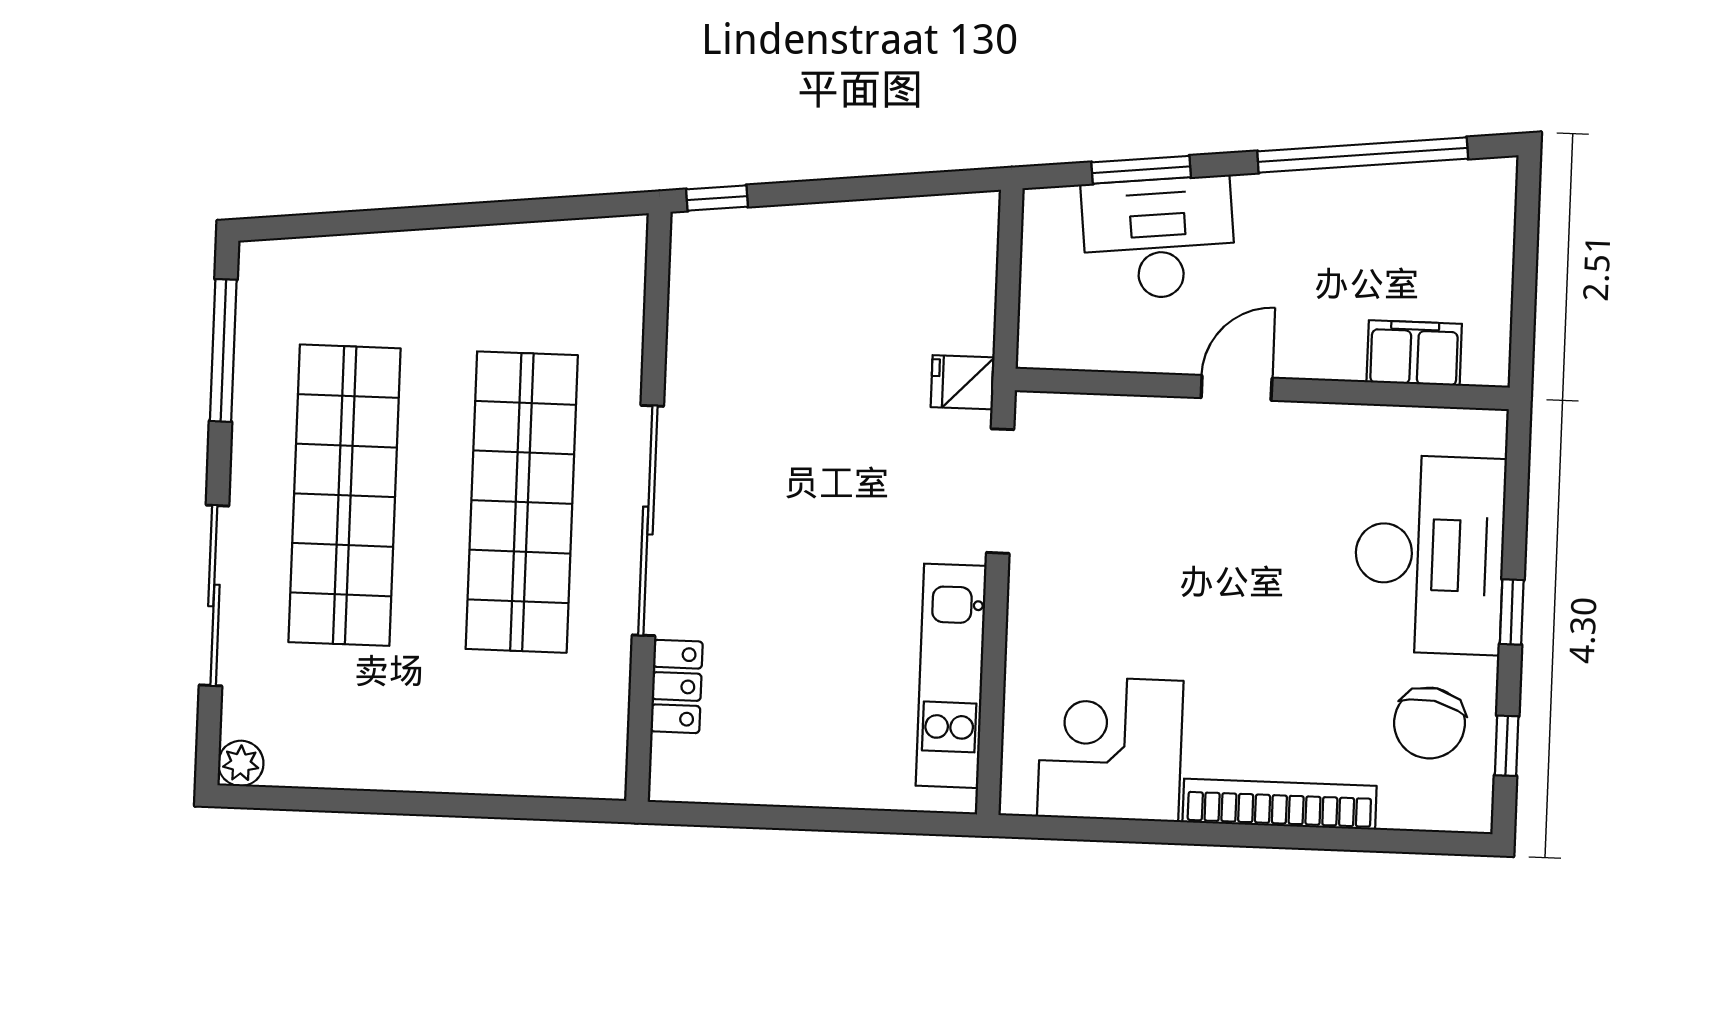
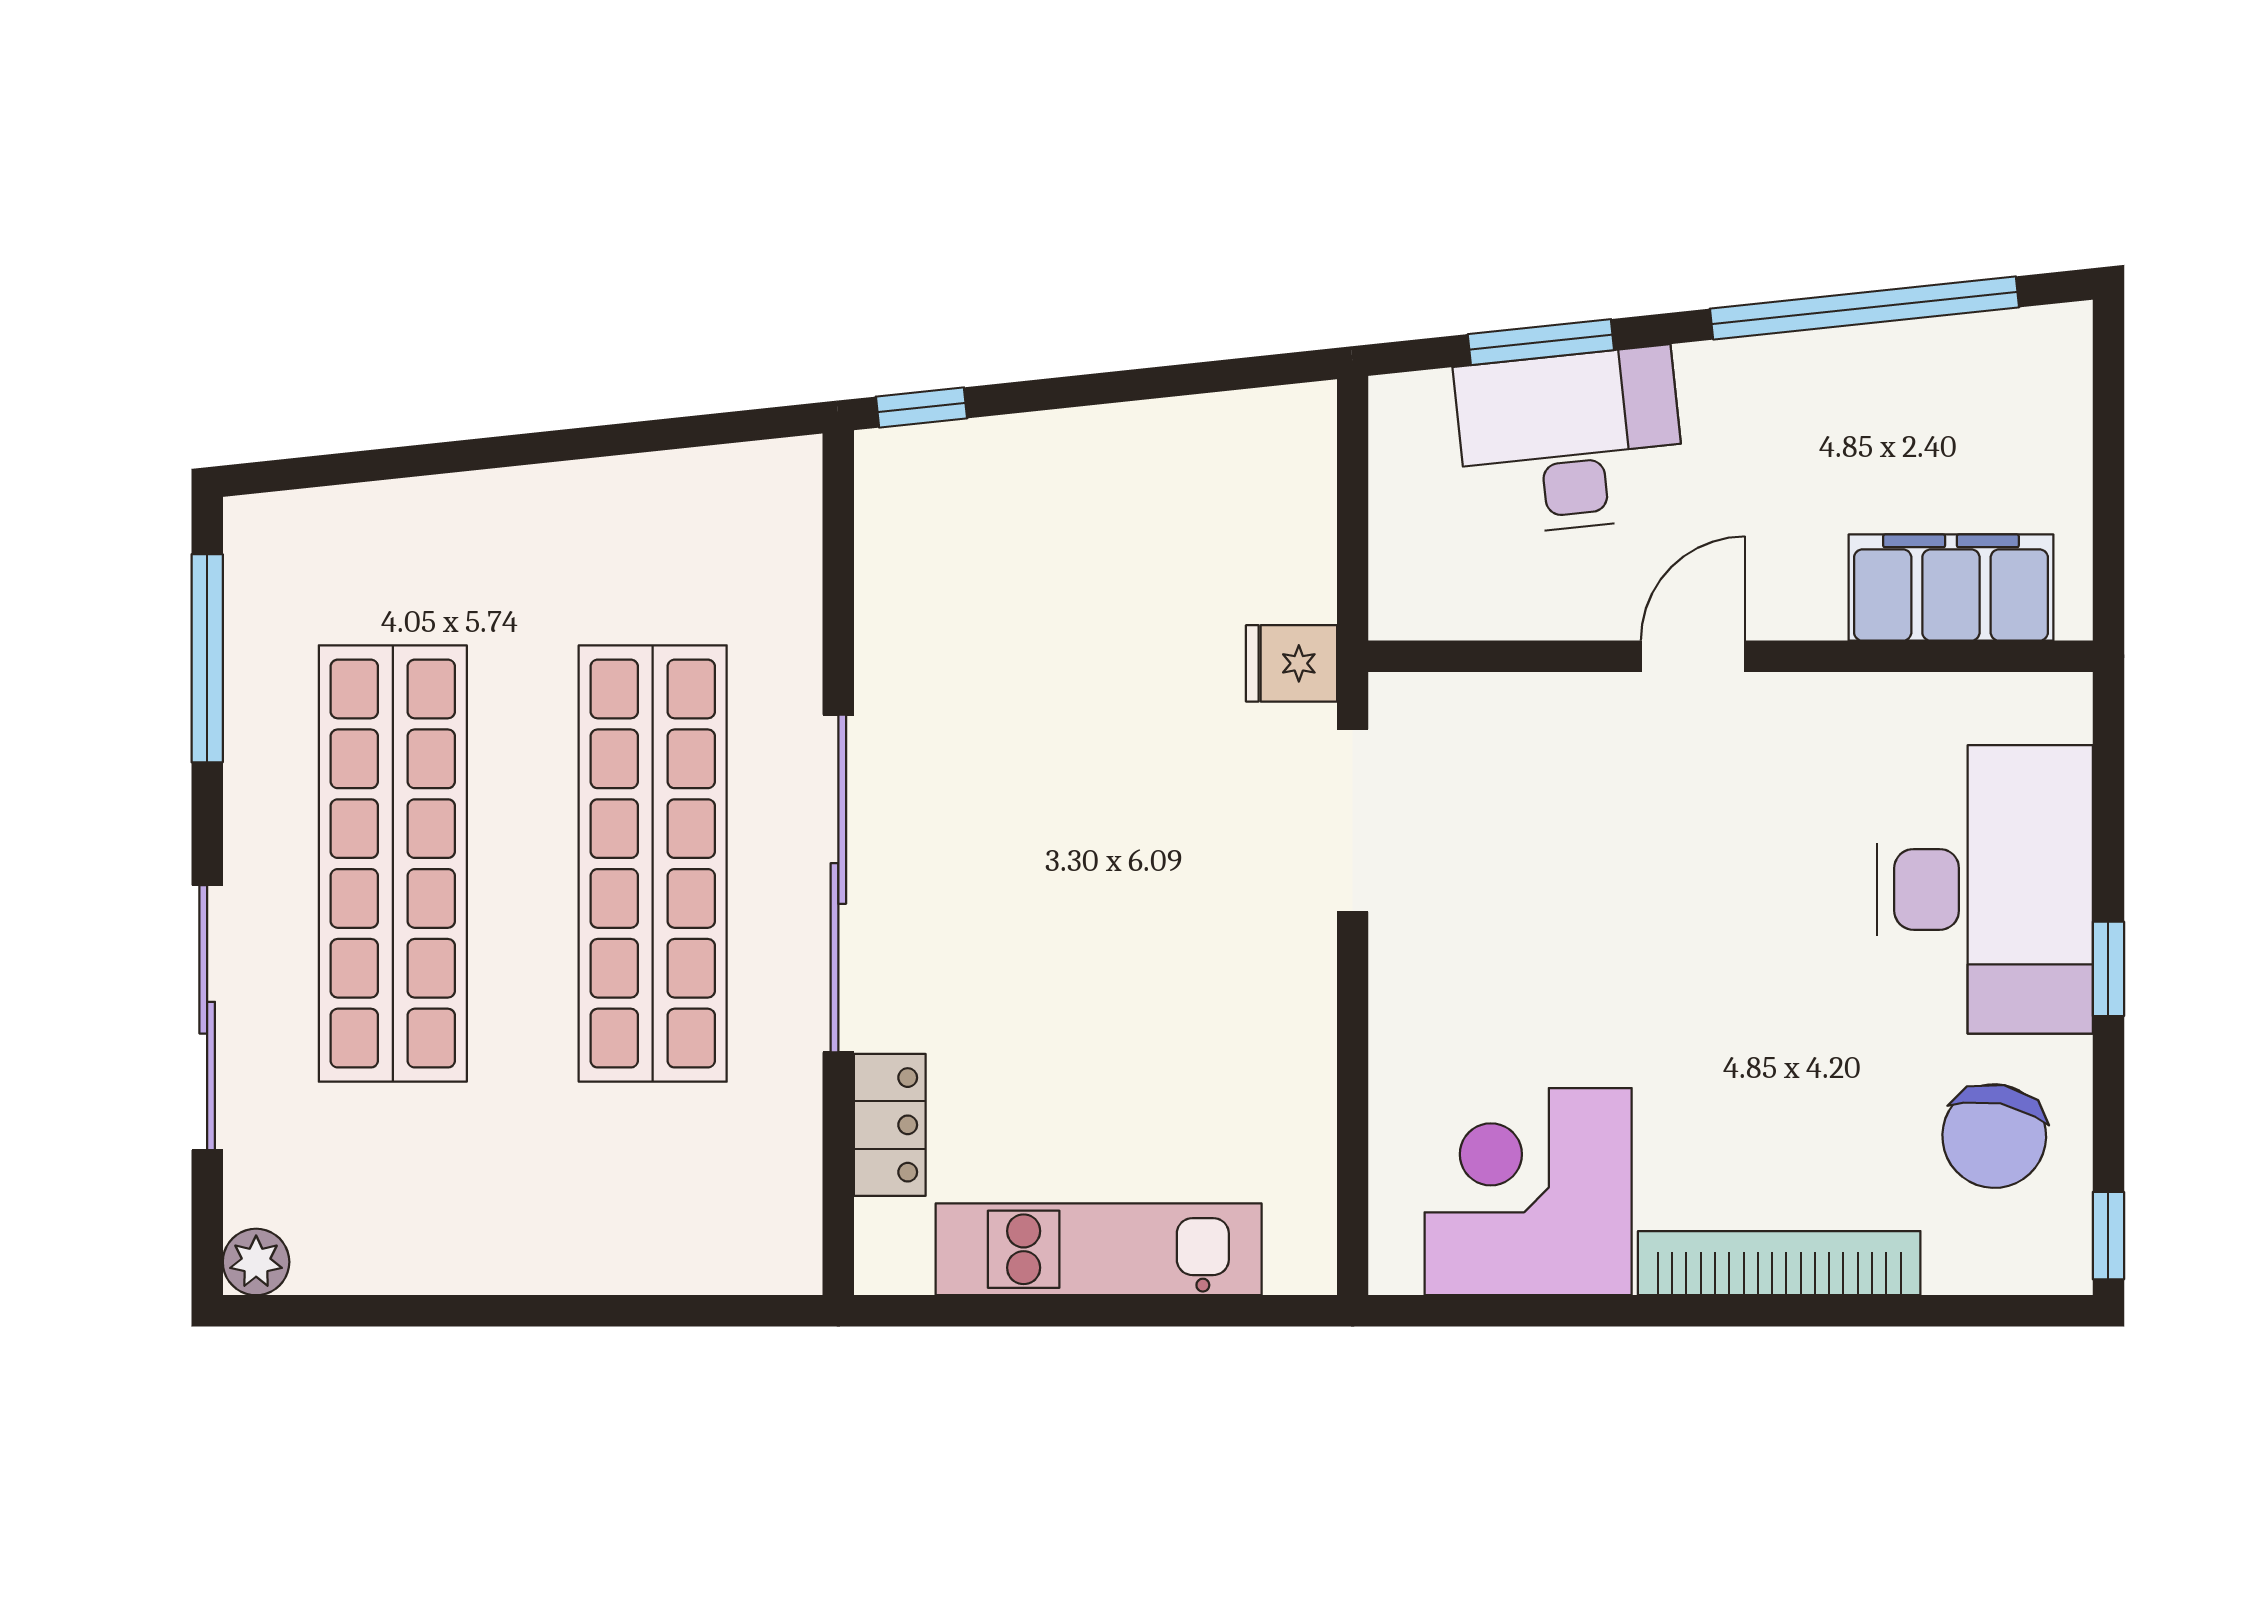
filing cabinet: (1414, 353) -> (1951, 588), width x1.50, depth x1.17
kitchen unit: (951, 676) -> (1099, 1249), moved, turned 90
window: (1507, 746) -> (2108, 1236), moved

